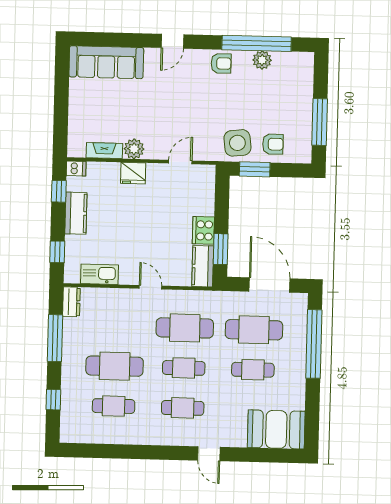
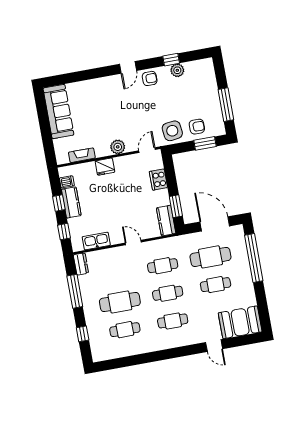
door: (172, 41) -> (128, 67), moved
window: (257, 43) -> (171, 60), width x0.32
sofa: (106, 62) -> (58, 112), moved, turned -90
plant: (134, 149) -> (118, 147), moved
door: (180, 162) -> (147, 150), moved
dishwasher: (76, 169) -> (67, 182), moved
window: (255, 169) -> (205, 143), moved
window: (59, 191) -> (59, 203), moved
cooker: (203, 230) -> (158, 180), moved
cafe table: (185, 328) -> (163, 266), width x0.73, depth x0.74
door: (209, 454) -> (214, 346), moved

